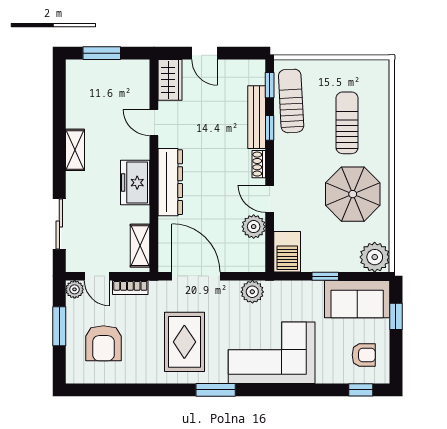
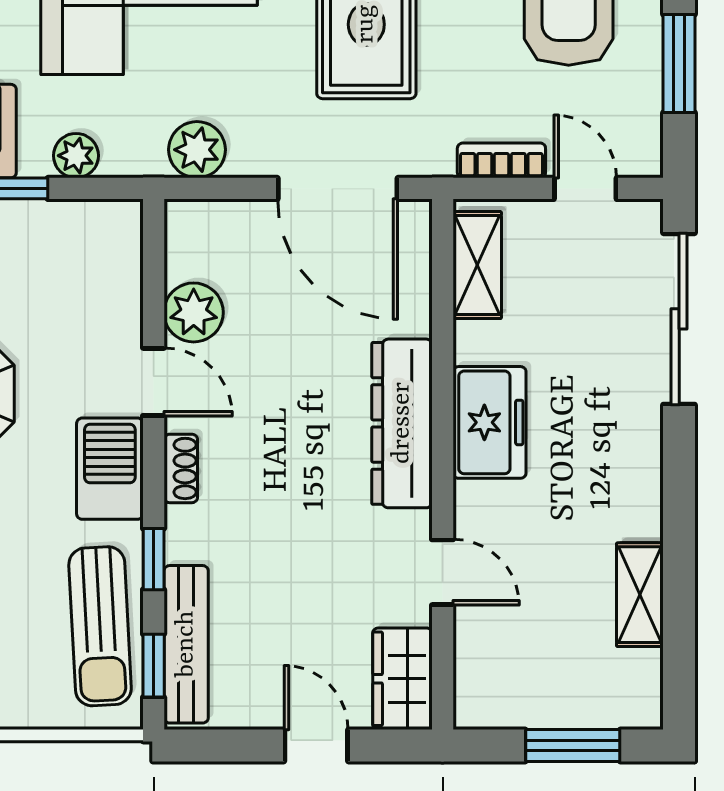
bench: (257, 117) -> (186, 644), moved
shelving: (75, 150) -> (640, 595), moved
sliding door: (59, 224) -> (679, 319), width x1.37
barbecue: (287, 252) -> (110, 469), moved
plant: (75, 289) -> (76, 156), moved

